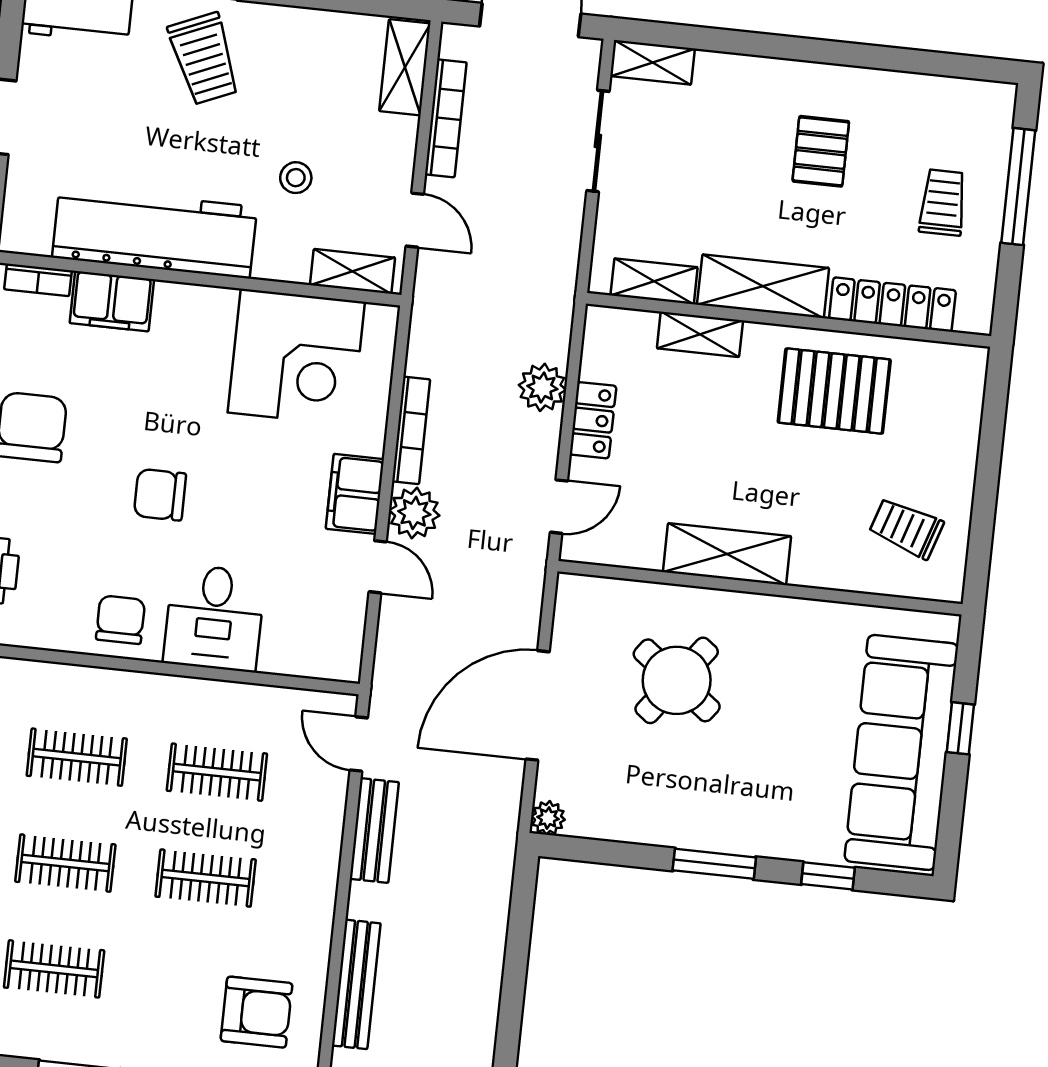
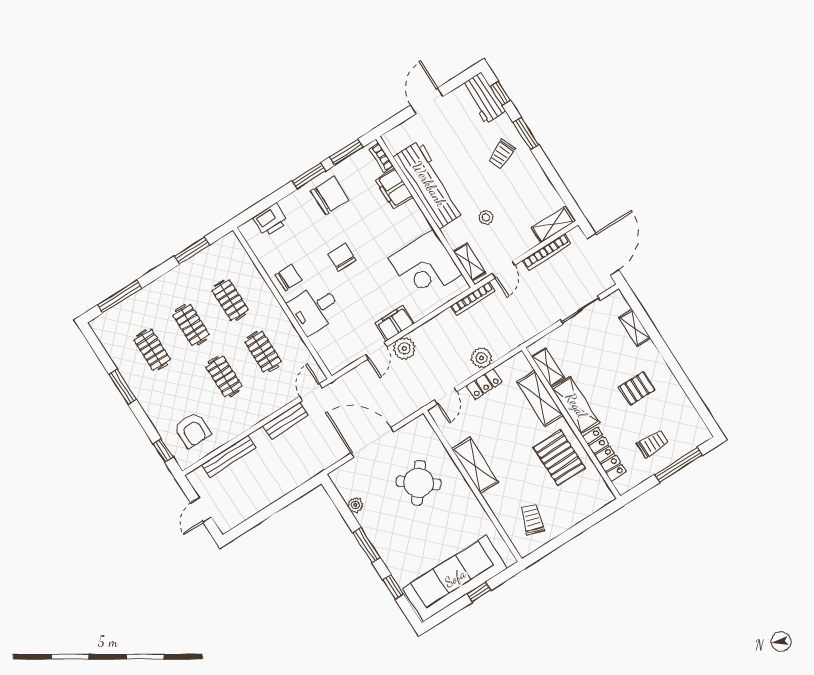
trolley: (204, 59) -> (501, 154), width x0.73, depth x0.72
shelving: (653, 62) -> (635, 328), moved
shelving: (700, 334) -> (540, 398), width x1.50, depth x1.33
bookcase: (411, 430) -> (473, 299), moved
door: (559, 507) -> (446, 396), hinge flipped
plant: (548, 818) -> (355, 505), moved

